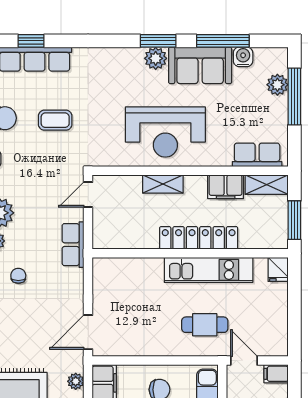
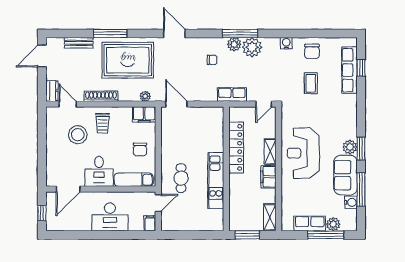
row of seats: (257, 155) -> (310, 223), moved, turned -90
filing cabinet: (226, 187) -> (268, 177), moved
door: (88, 195) -> (264, 104), swing flipped
locker: (199, 238) -> (236, 147), moved
fridge: (278, 269) -> (216, 225), removed

